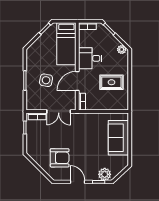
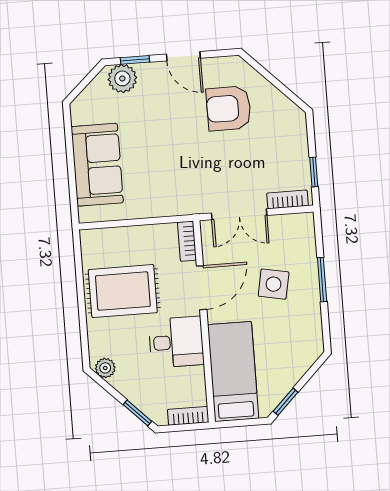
rug: (111, 82) -> (123, 291), width x1.36, depth x1.43
double door: (59, 112) -> (239, 214), swing flipped

